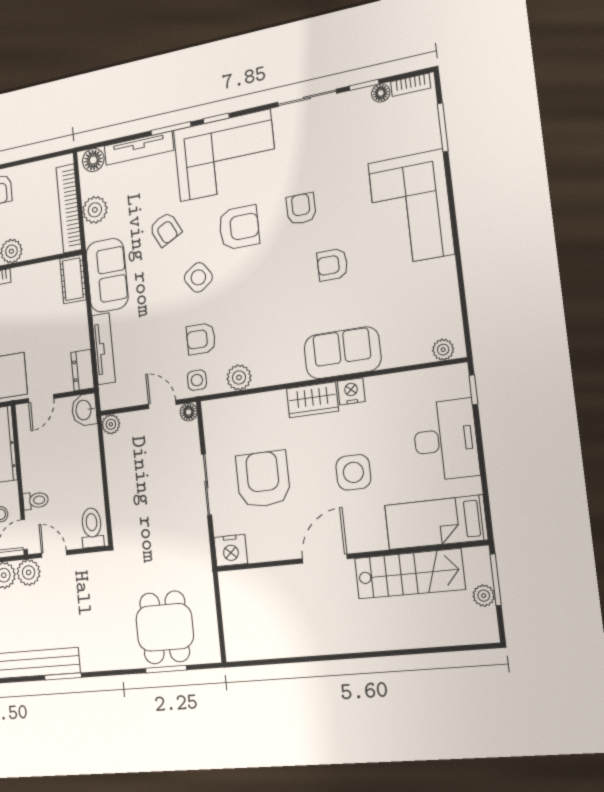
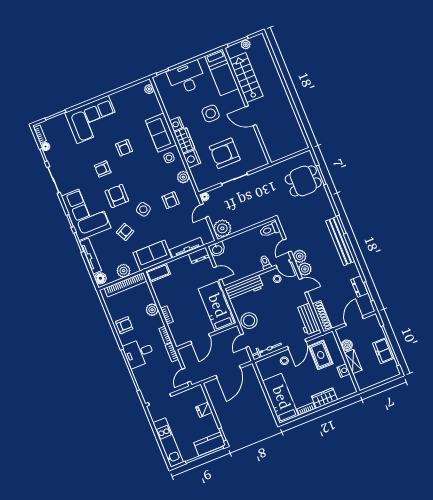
side table: (197, 380) -> (169, 158), moved
plant: (111, 424) -> (222, 228), width x1.88, depth x1.88
nightstand: (231, 550) -> (192, 159), moved, turned 180

